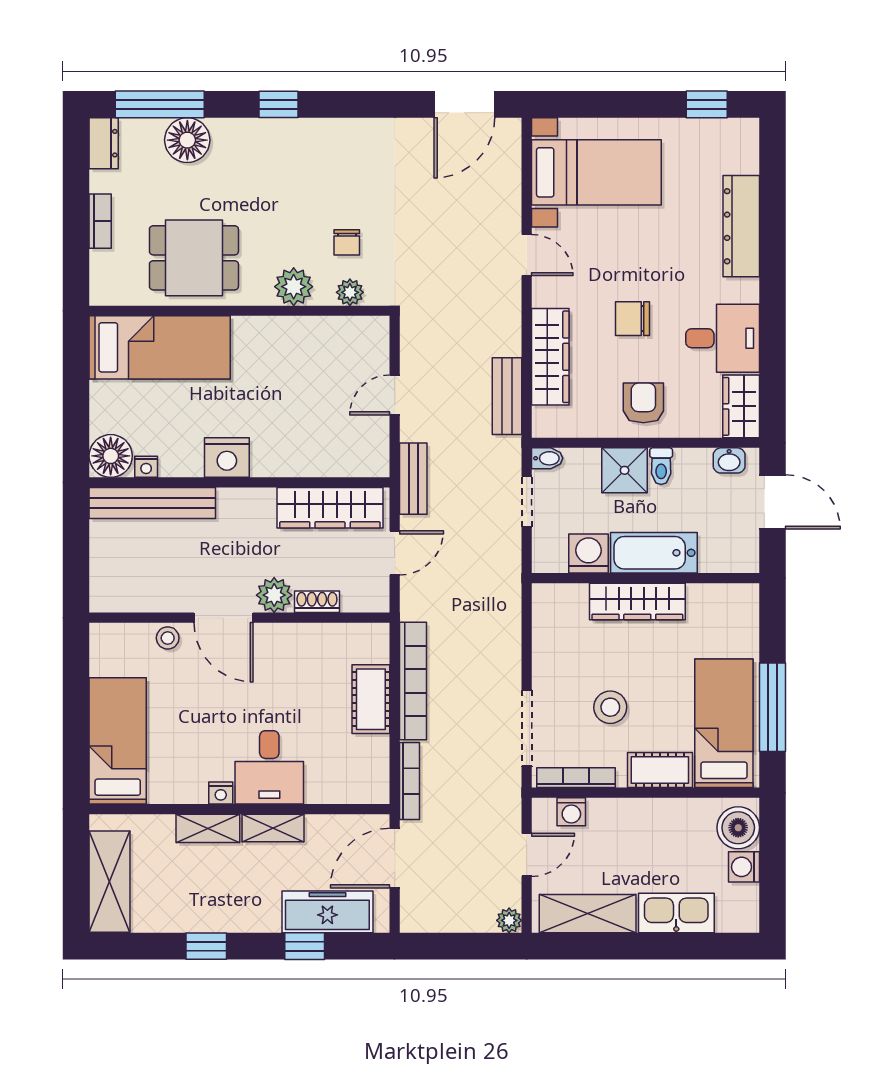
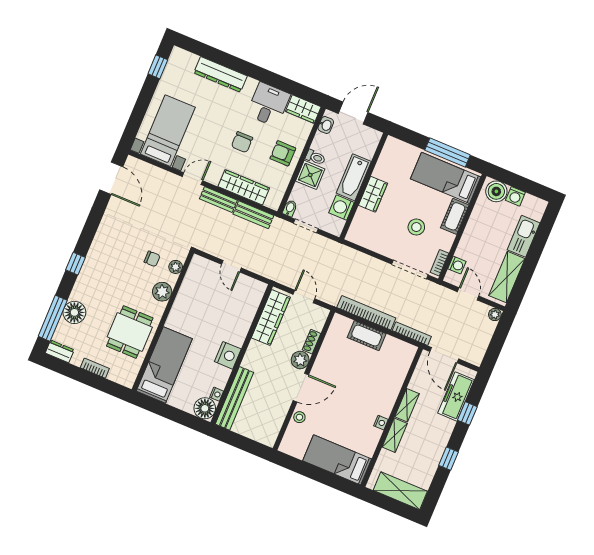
bench: (413, 479) -> (218, 199), moved
wardrobe: (637, 602) -> (373, 194), width x0.67
desk: (269, 767) -> (378, 395), removed
bookcase: (576, 778) -> (439, 263), width x0.64

